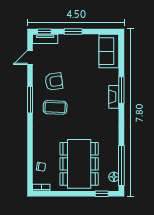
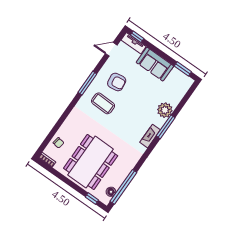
window: (73, 32) -> (183, 69), moved
sofa: (109, 51) -> (155, 64), moved, turned -90
plant: (111, 77) -> (165, 110), added
fireplace: (114, 97) -> (150, 136), moved

